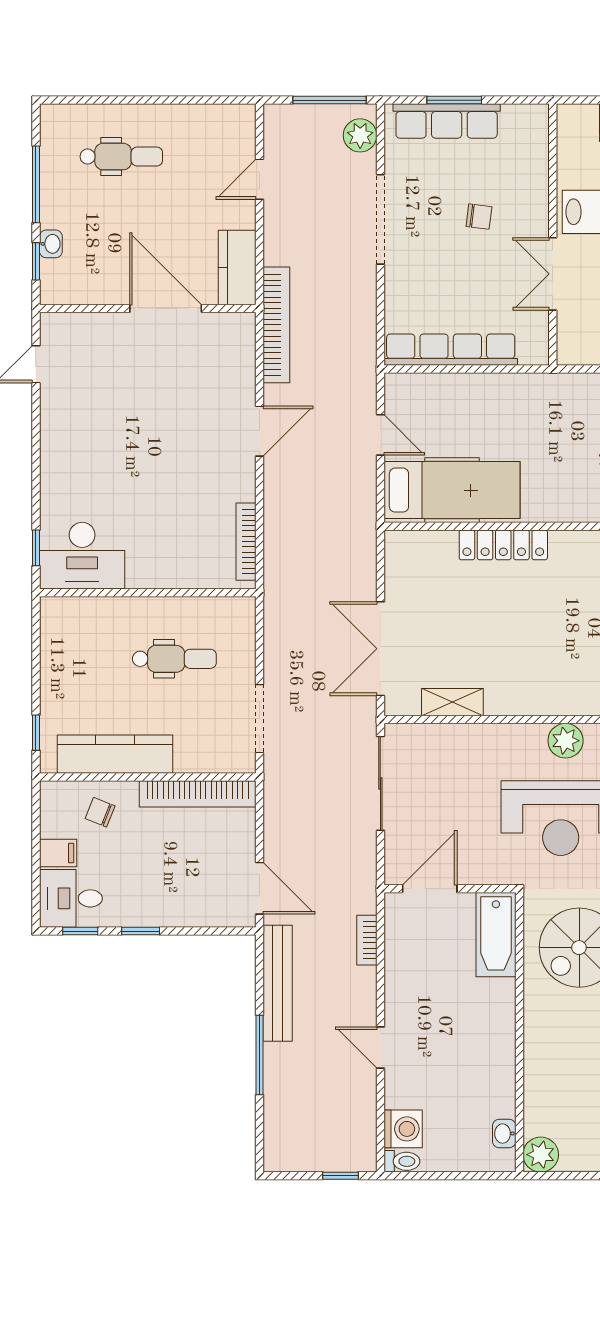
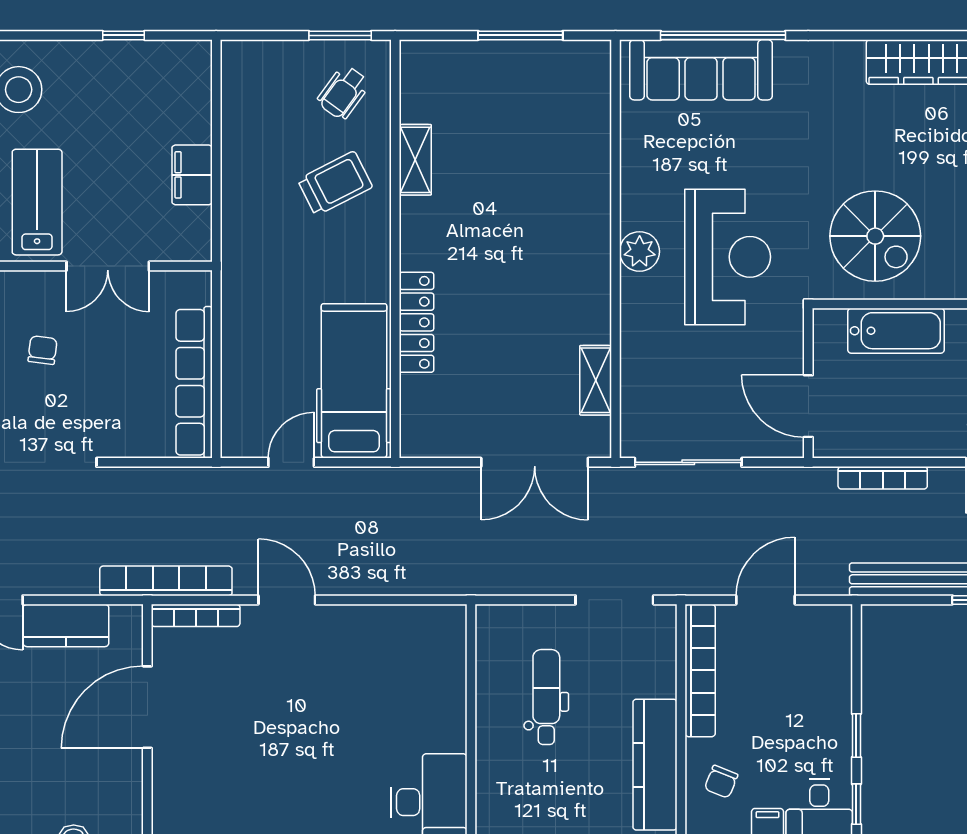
kitchen counter: (237, 268) -> (66, 625), moved
bookcase: (246, 542) -> (196, 615), moved
door: (260, 888) -> (765, 600), moved
bathtub: (496, 935) -> (896, 331), moved
bookcase: (367, 940) -> (883, 478), width x1.56

